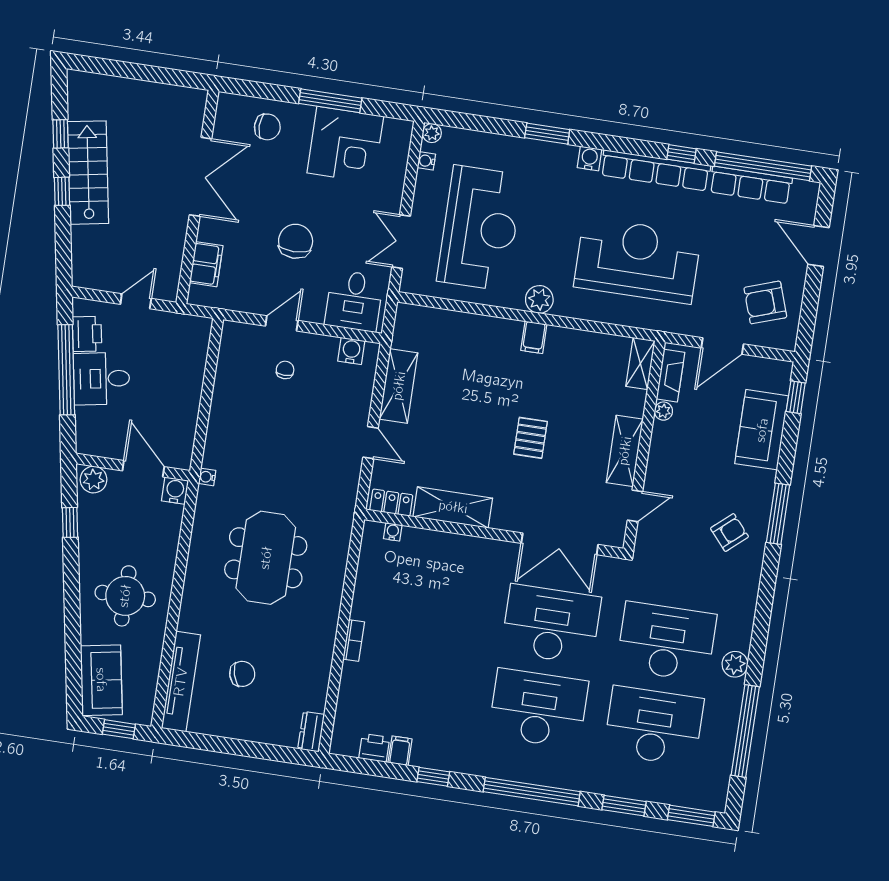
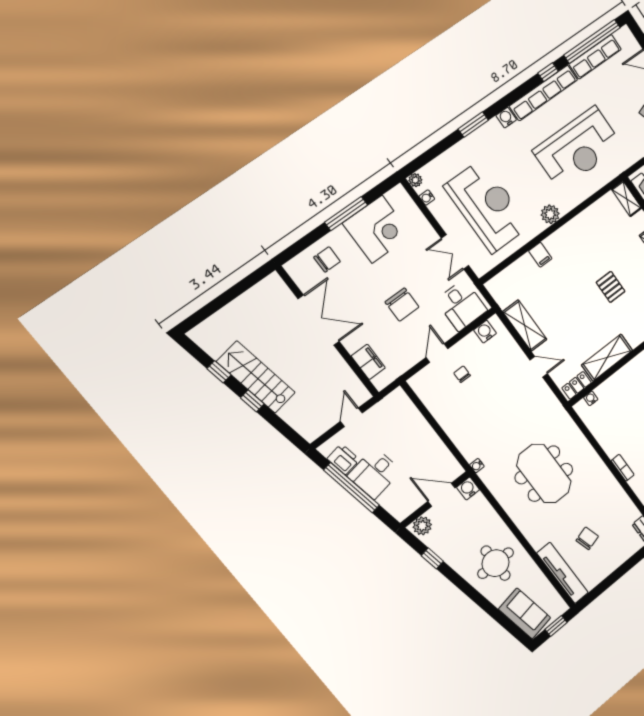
chair: (296, 241) -> (402, 304), turned 180
reception desk: (637, 260) -> (578, 148), turned 180
filing cabinet: (534, 337) -> (540, 255), moved

